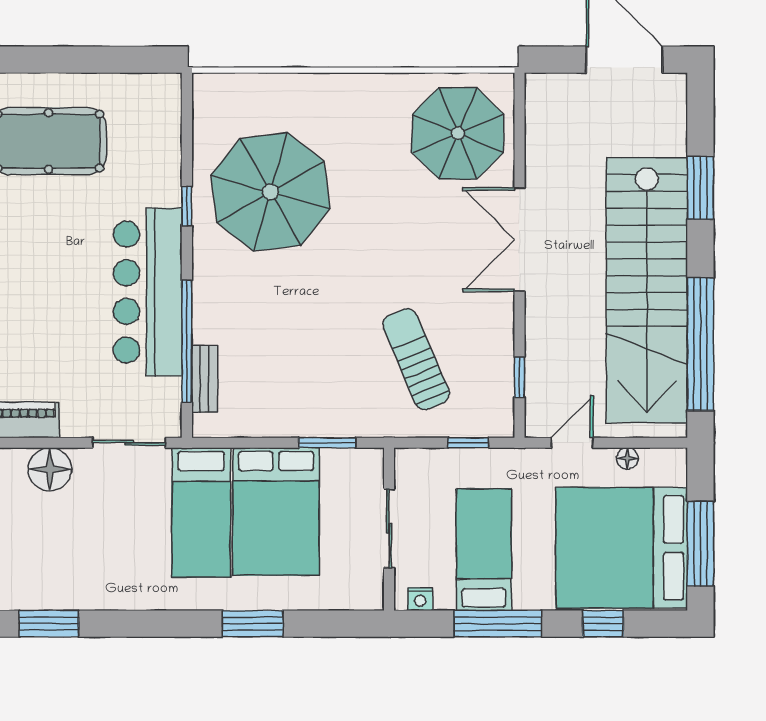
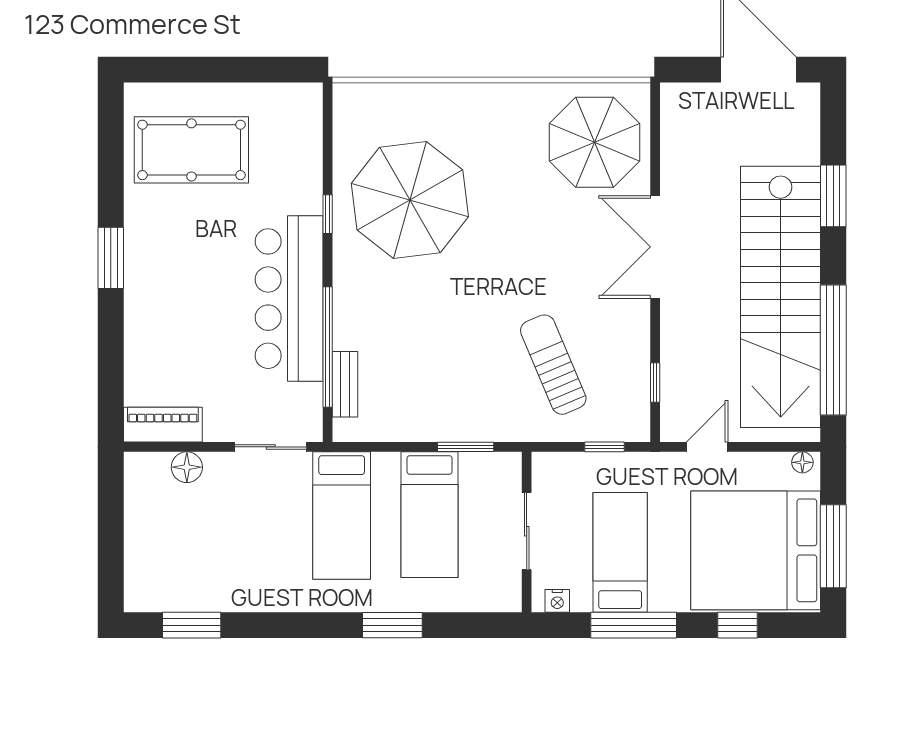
floor lamp: (627, 458) -> (802, 462), moved
floor lamp: (50, 469) -> (187, 467), width x0.73, depth x0.73
bed: (276, 511) -> (430, 515), width x0.67

